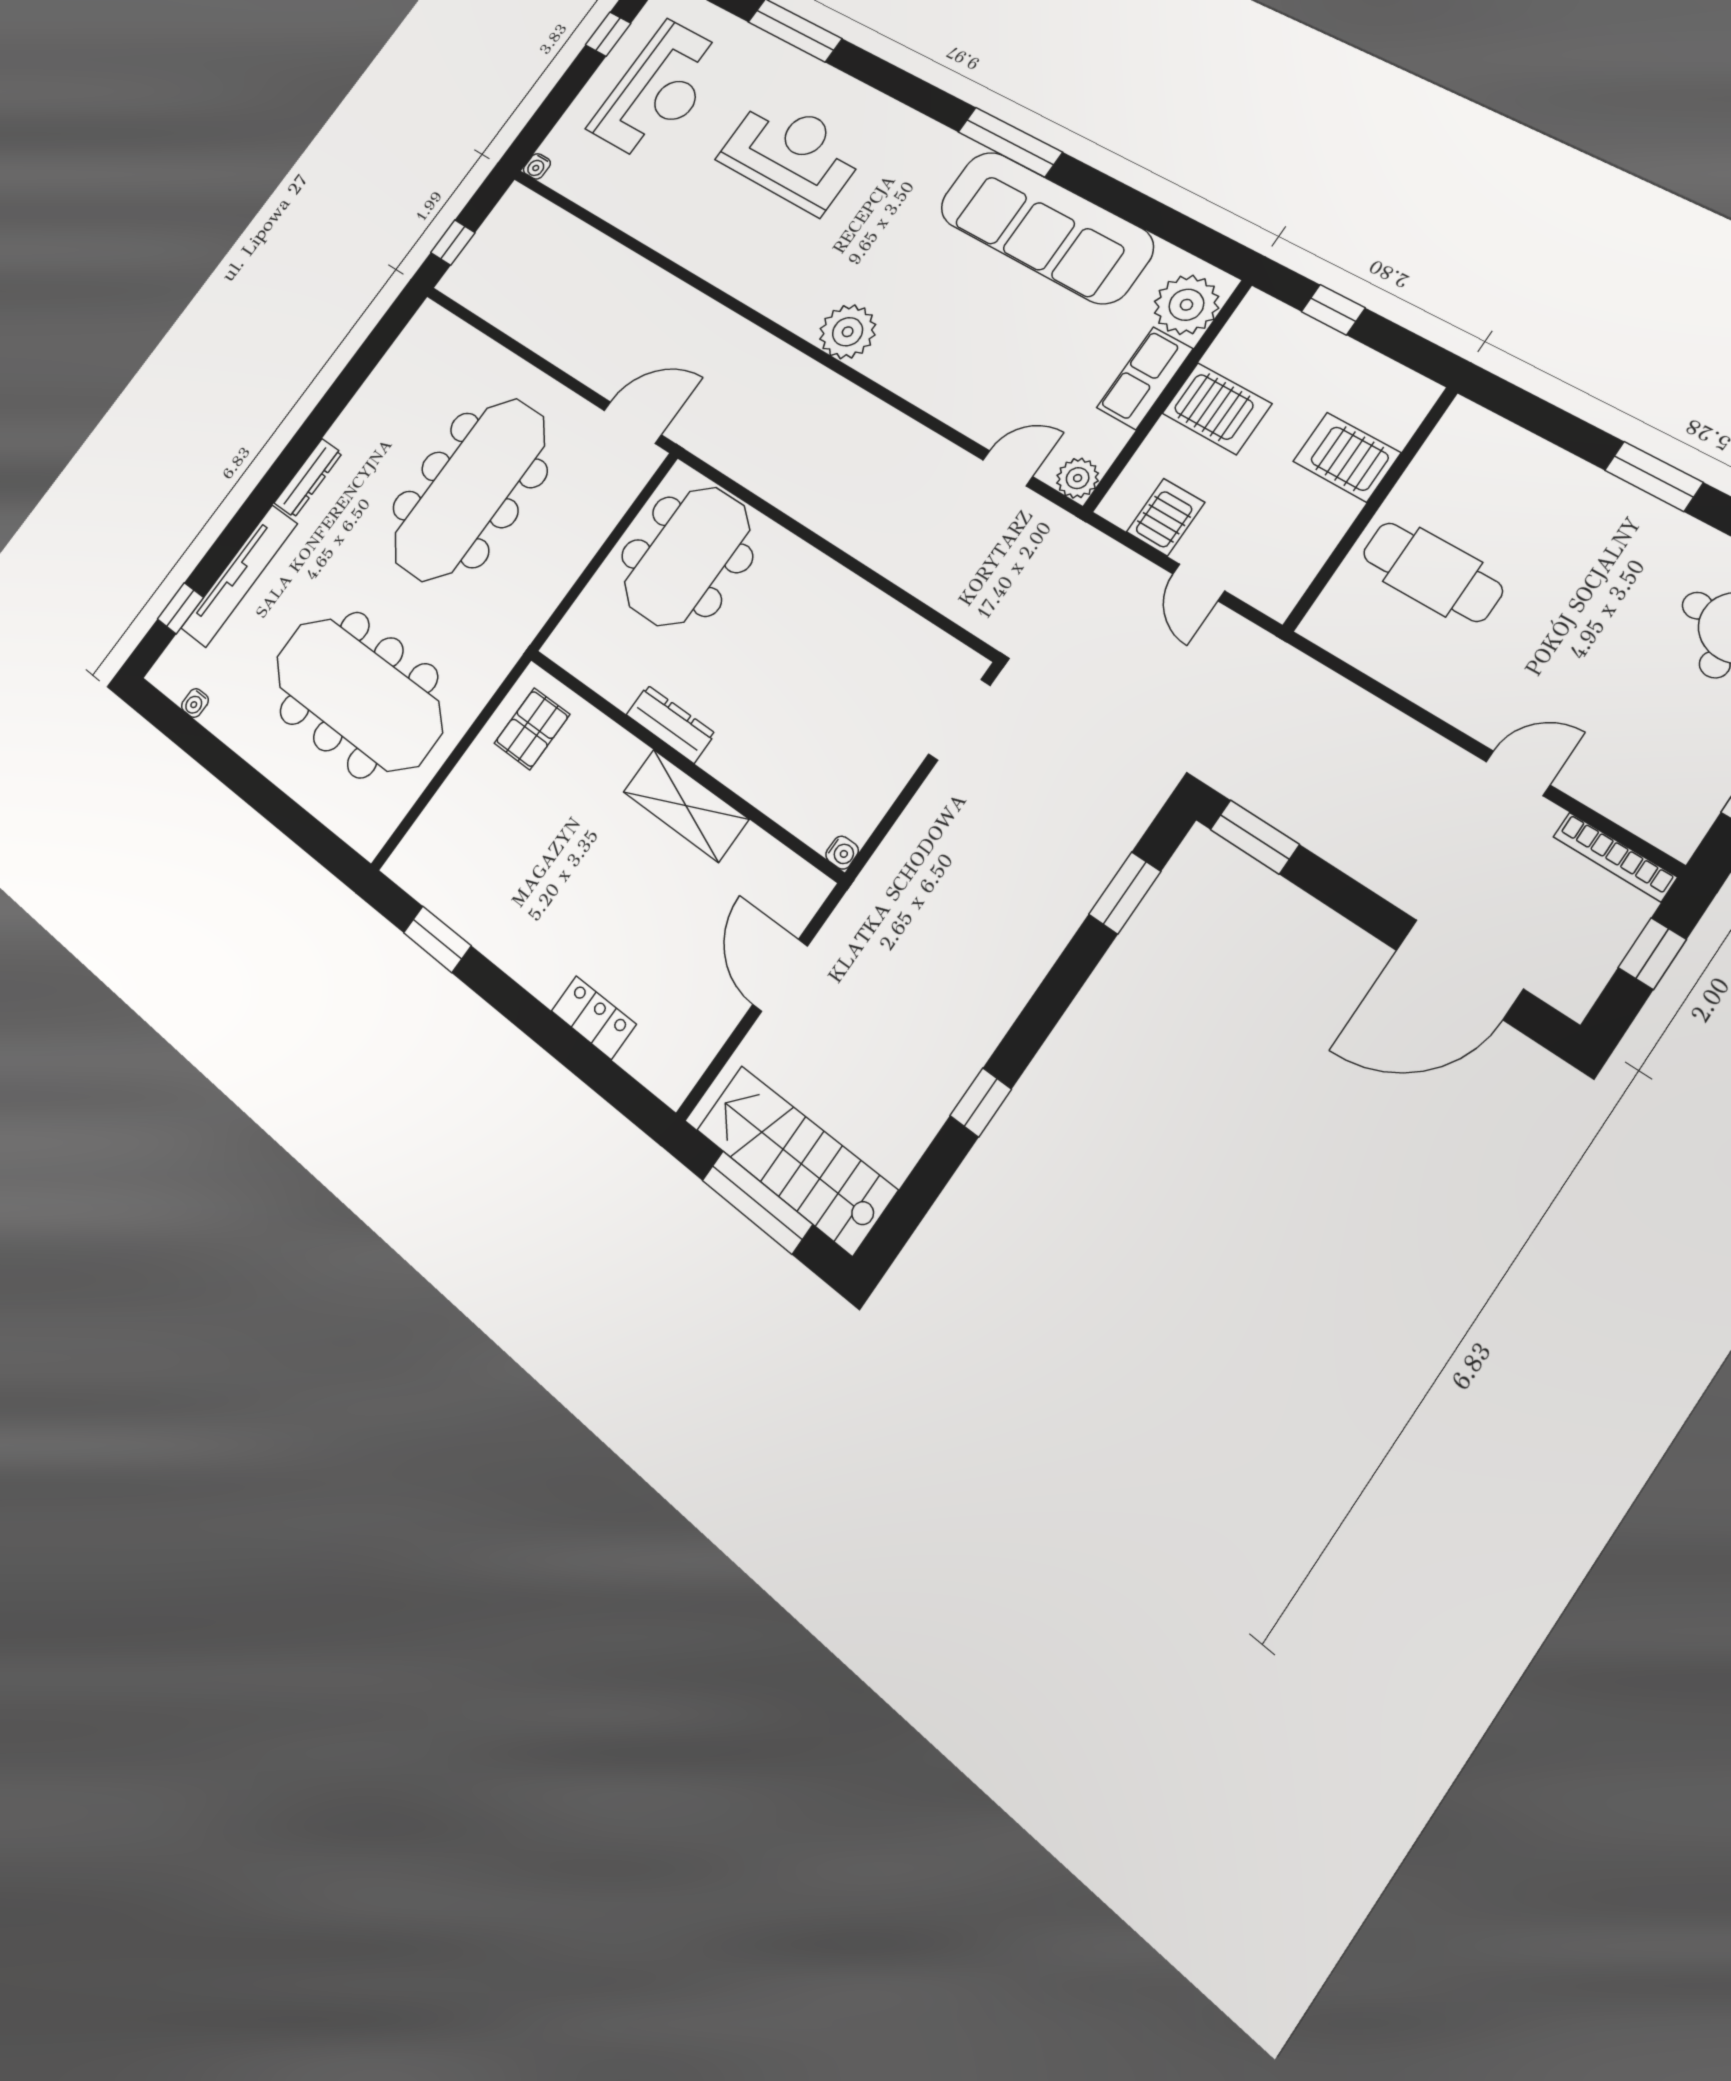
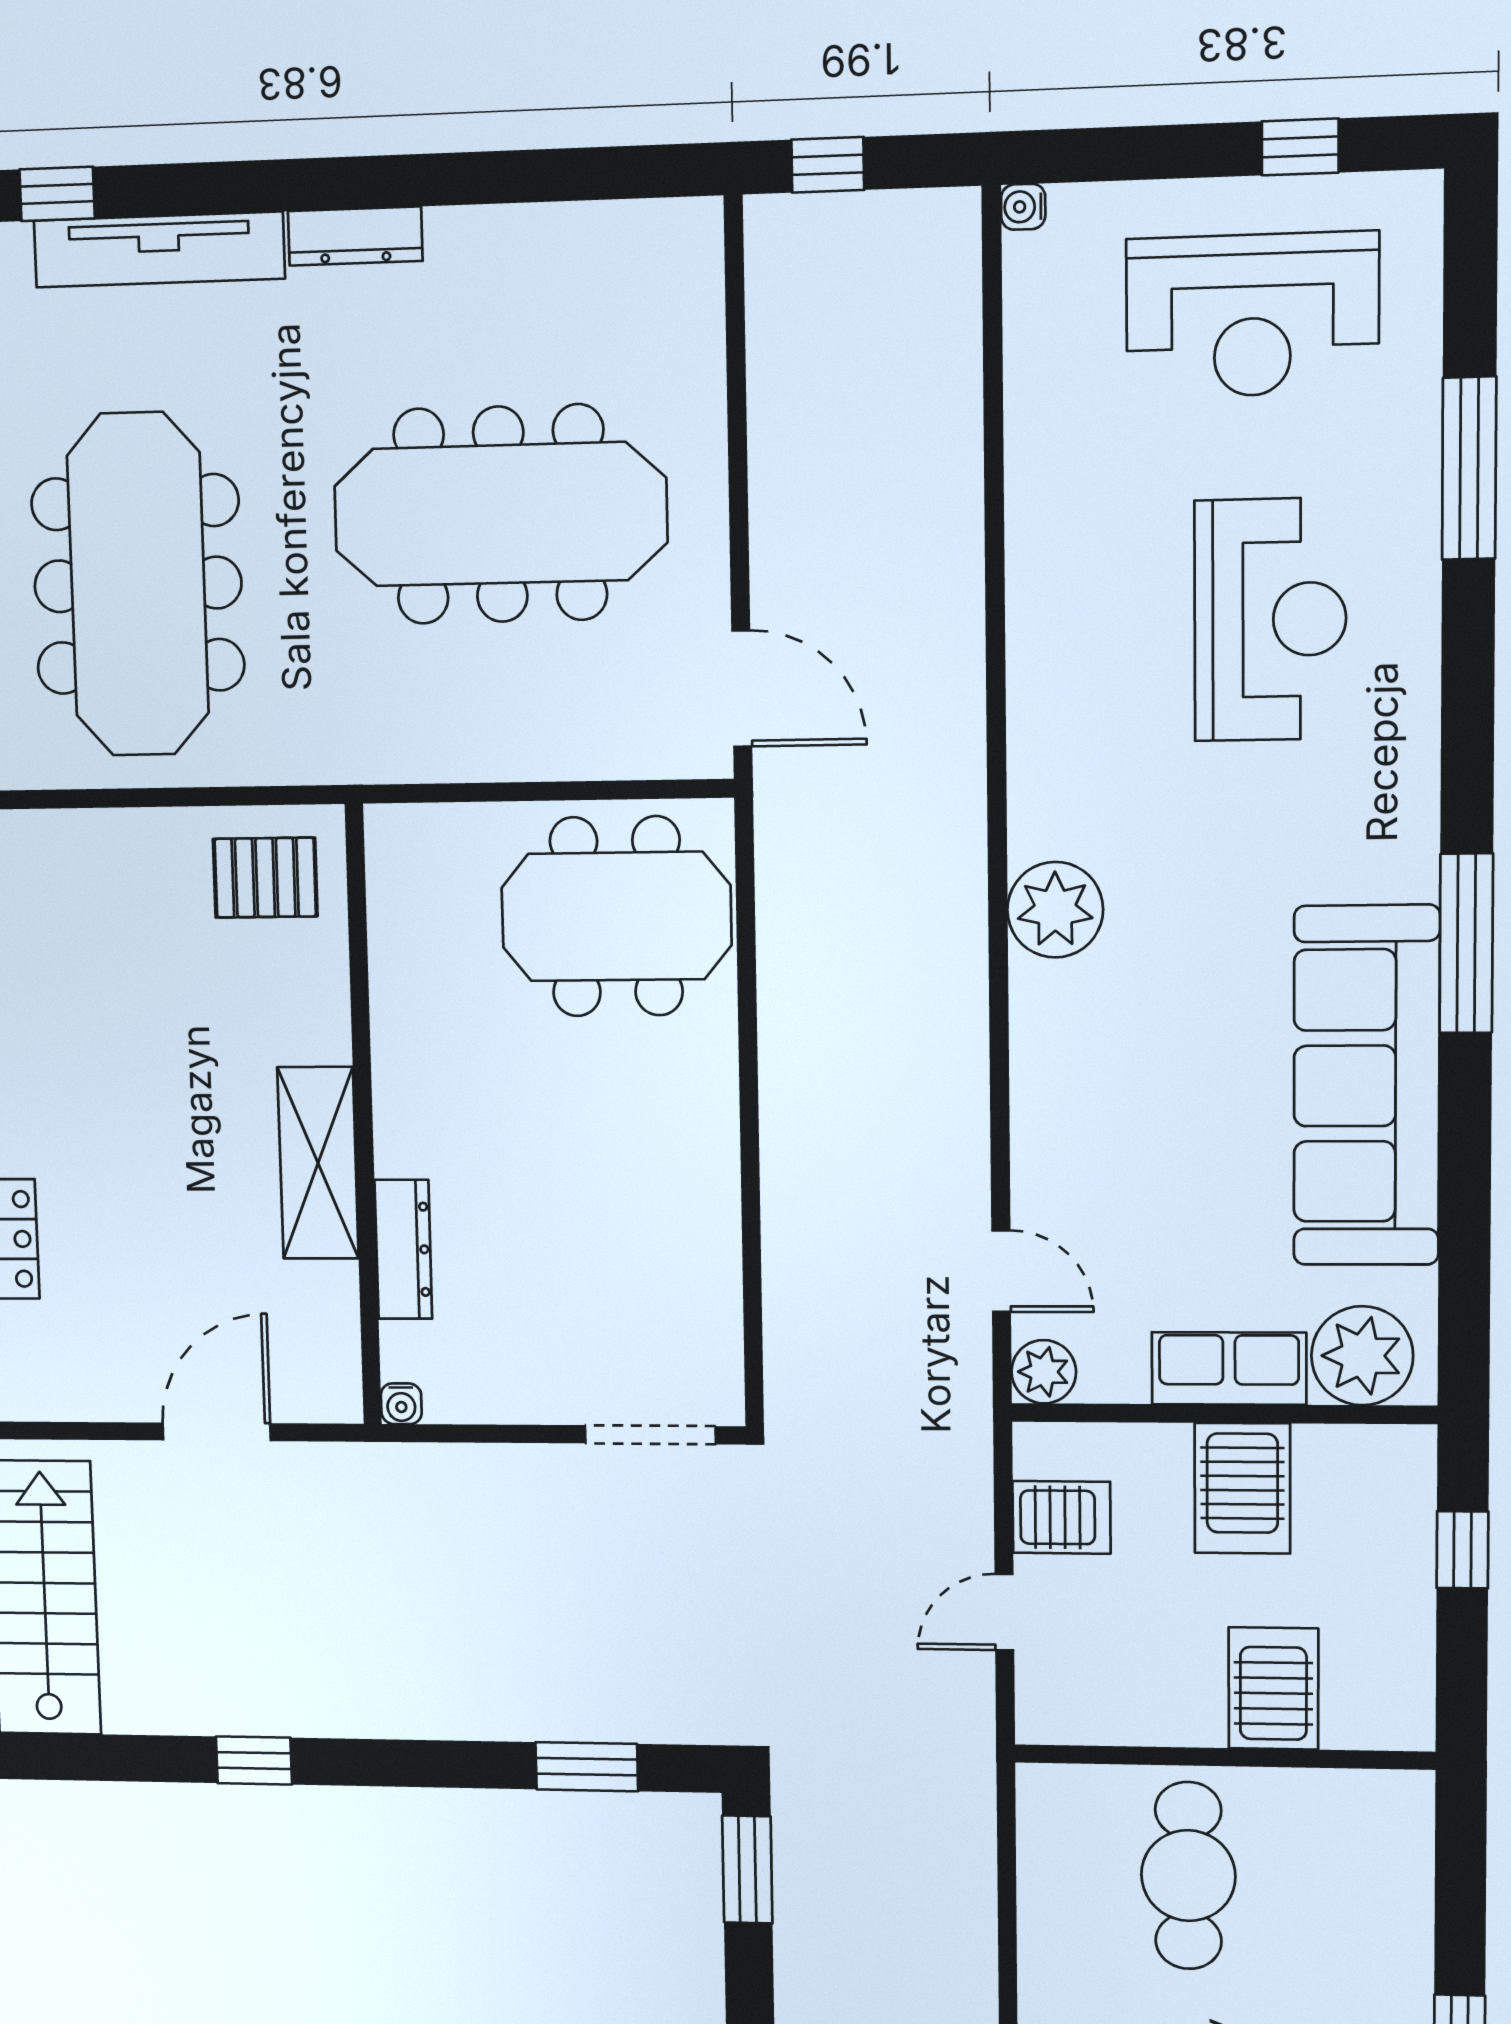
dresser: (671, 724) -> (403, 1249), moved

